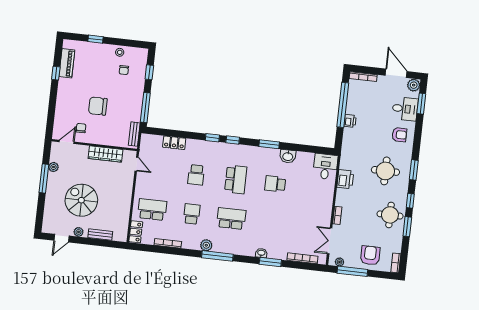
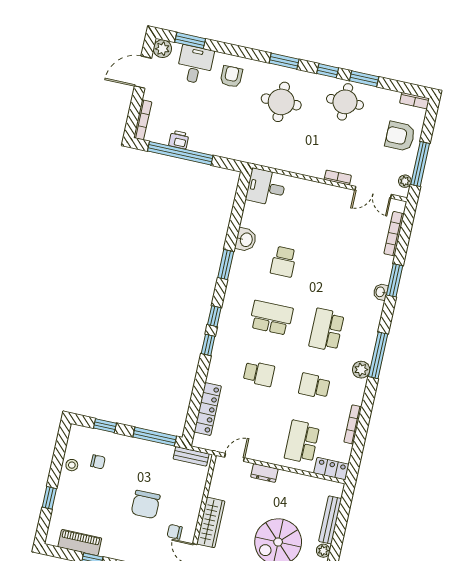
printer: (350, 121) -> (179, 140), moved
locker: (174, 143) -> (208, 409), width x1.53
wardrobe: (105, 154) -> (211, 522), moved
printer: (345, 179) -> (287, 161), removed
dresser: (128, 186) -> (264, 473), added
bench: (100, 235) -> (330, 520), width x1.36

